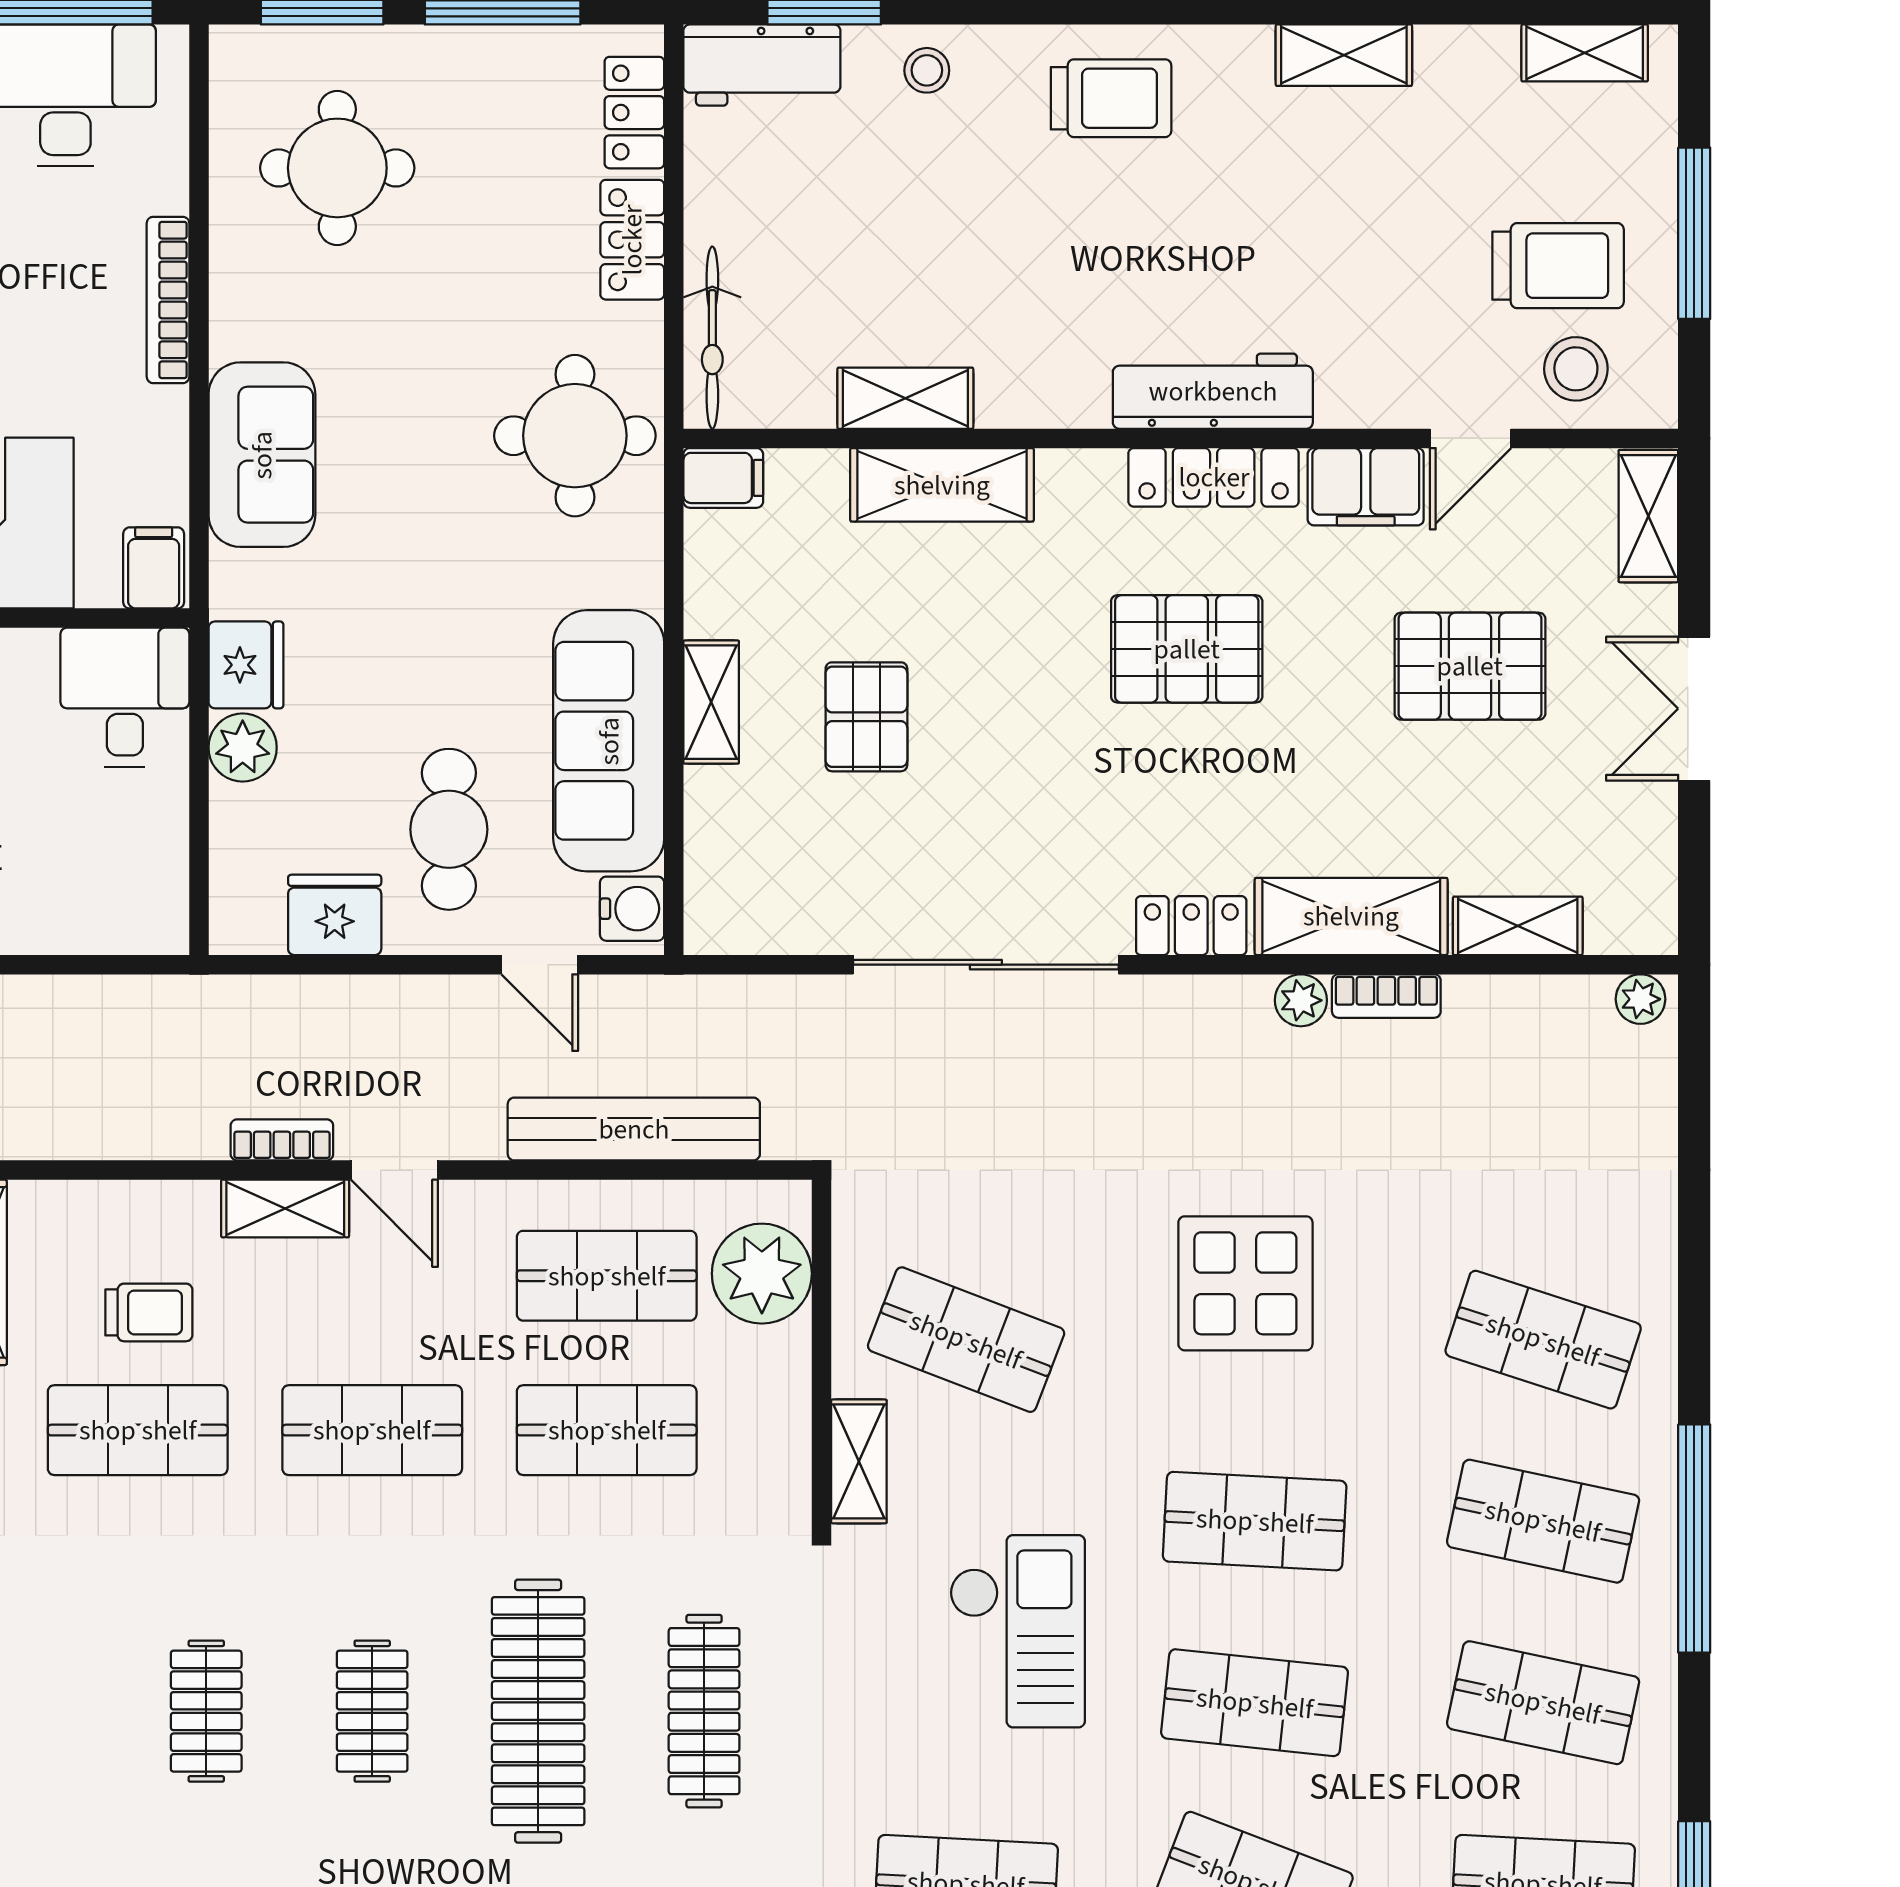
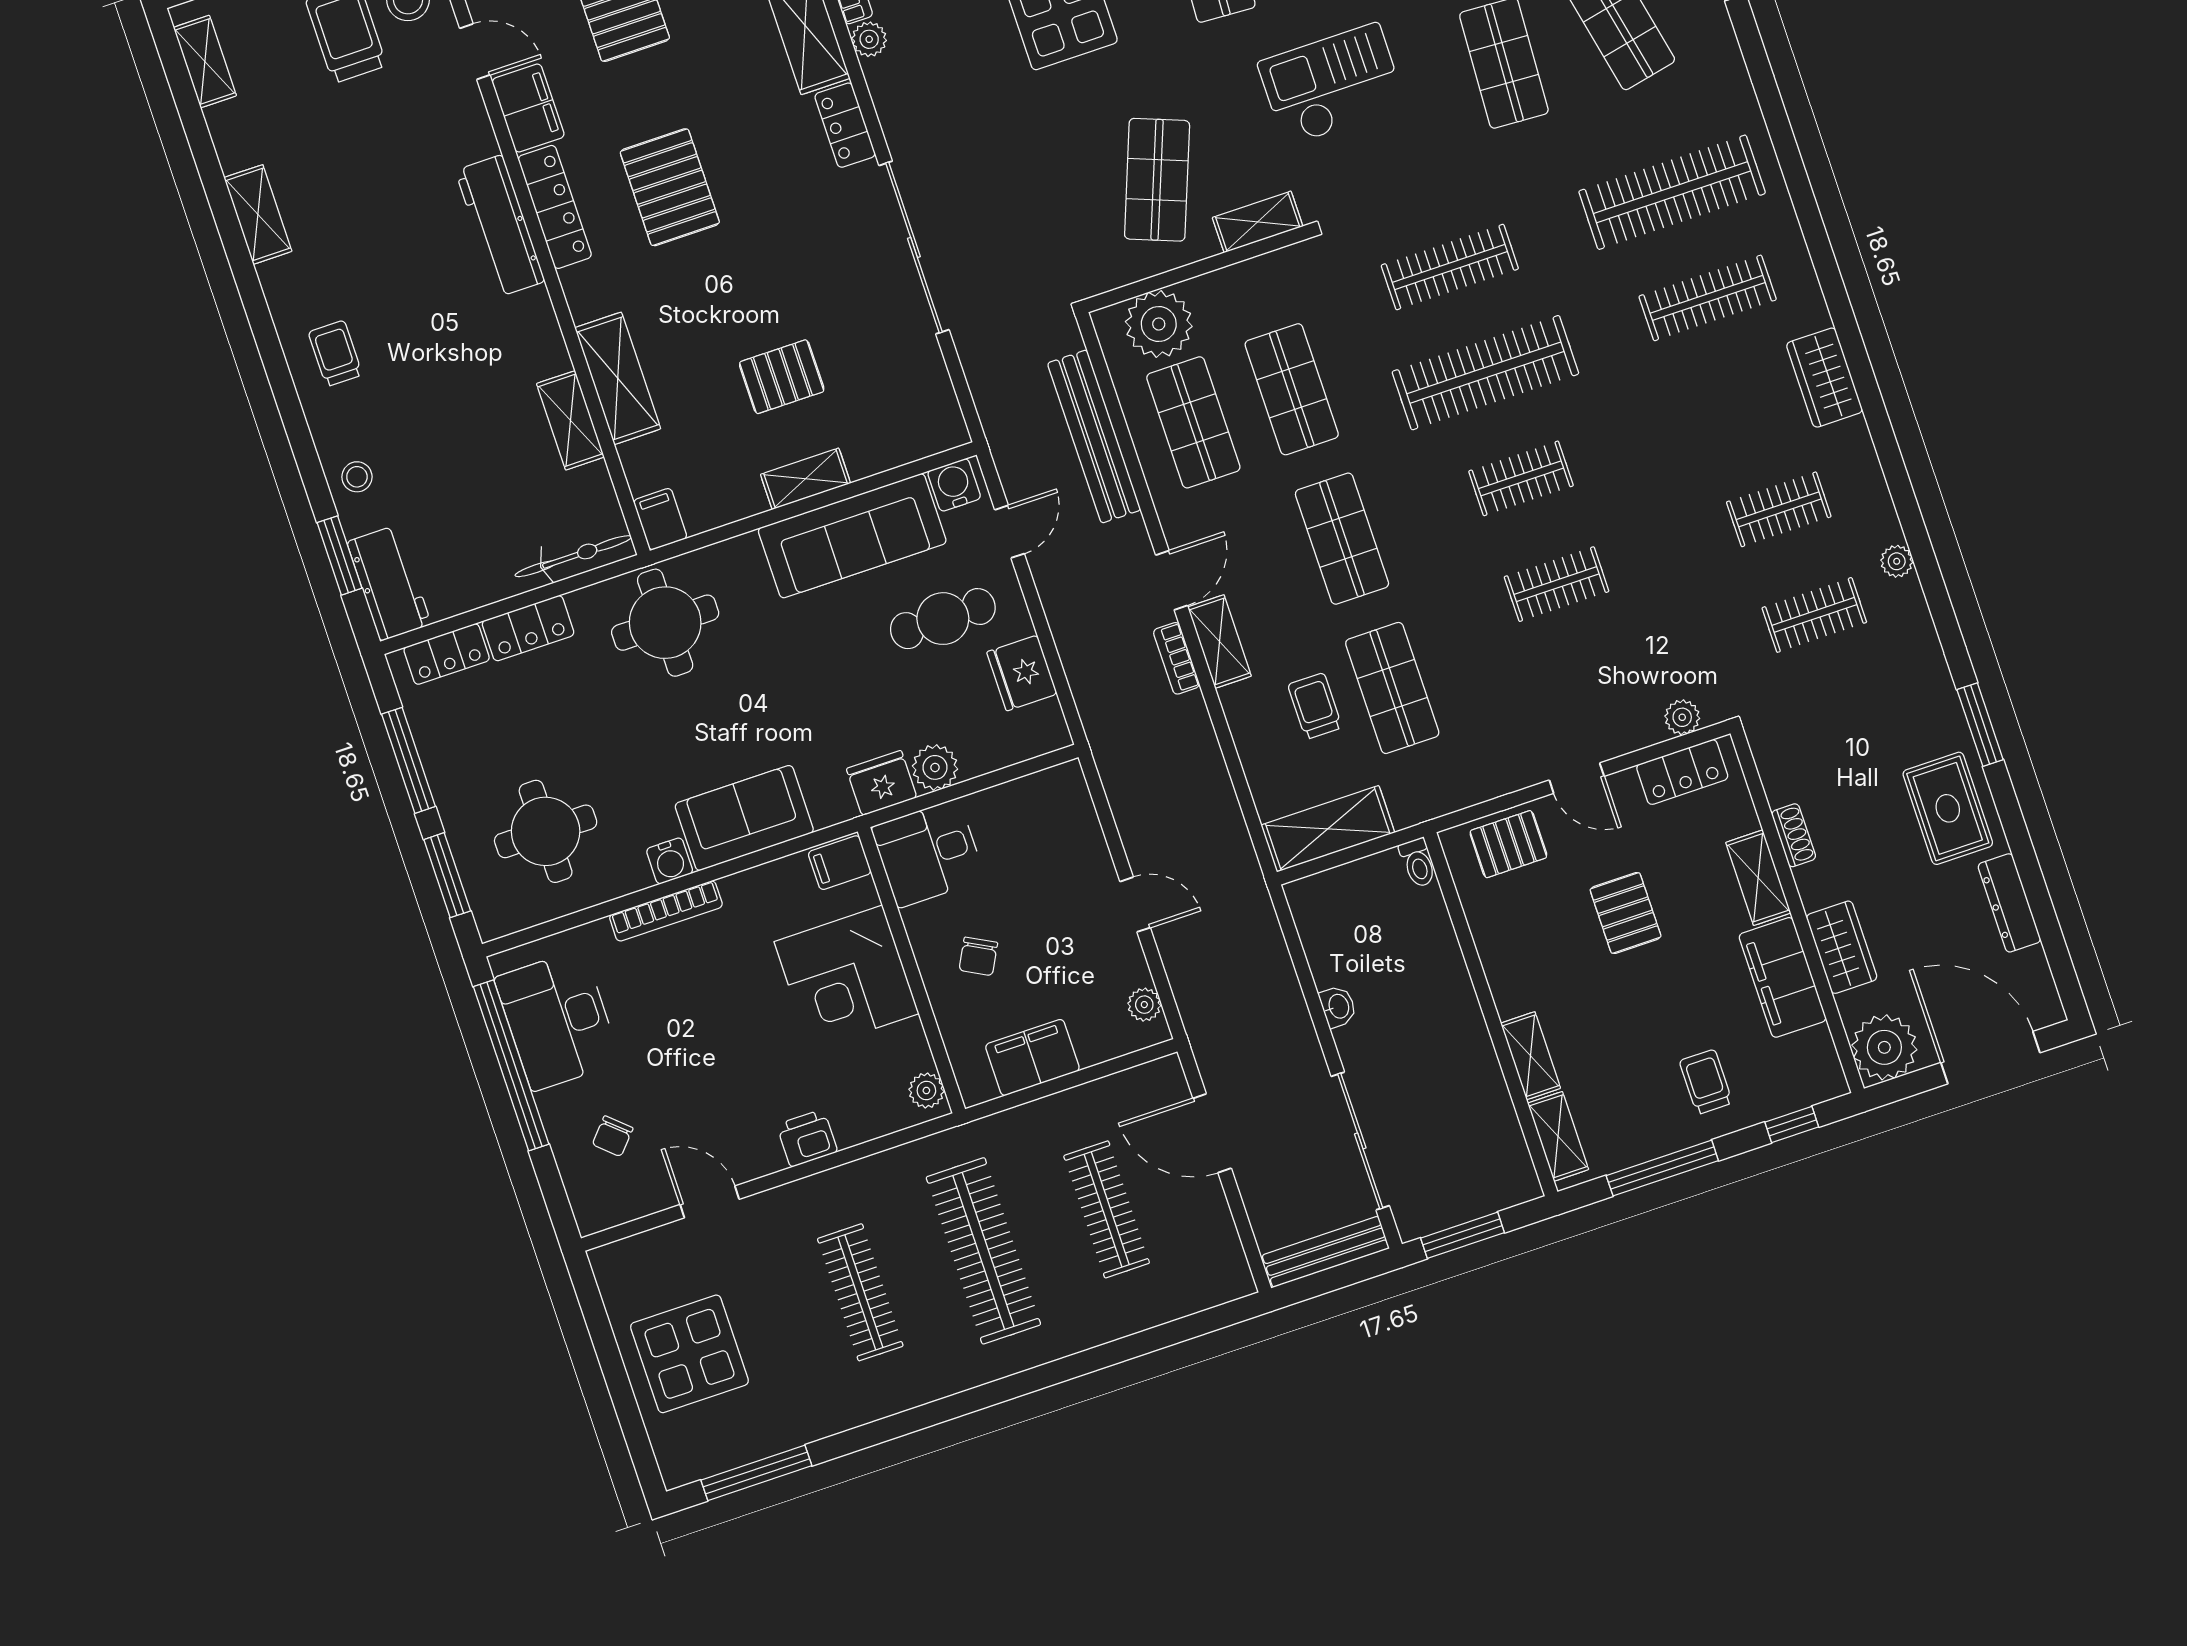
trolley: (1111, 98) -> (335, 353), width x0.73, depth x0.72
water cooler: (237, 329) -> (670, 861), added

